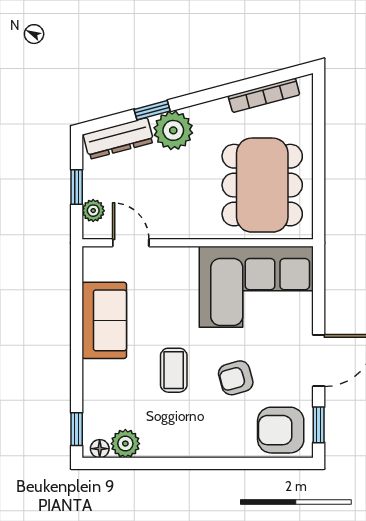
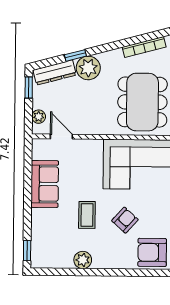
window: (77, 187) -> (29, 88), moved
armchair: (236, 378) -> (125, 220), turned 148
plant: (125, 444) -> (83, 260), moved
floor lamp: (100, 449) -> (41, 263), removed

